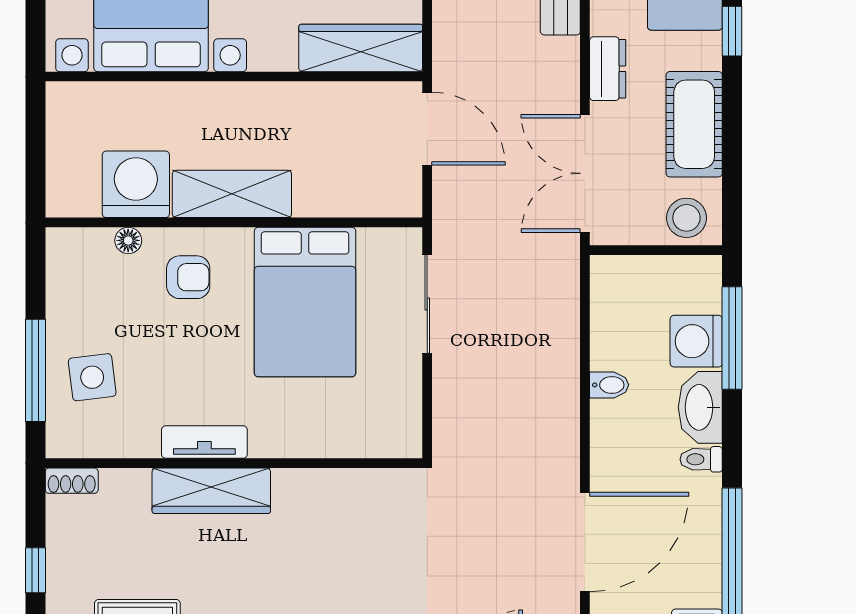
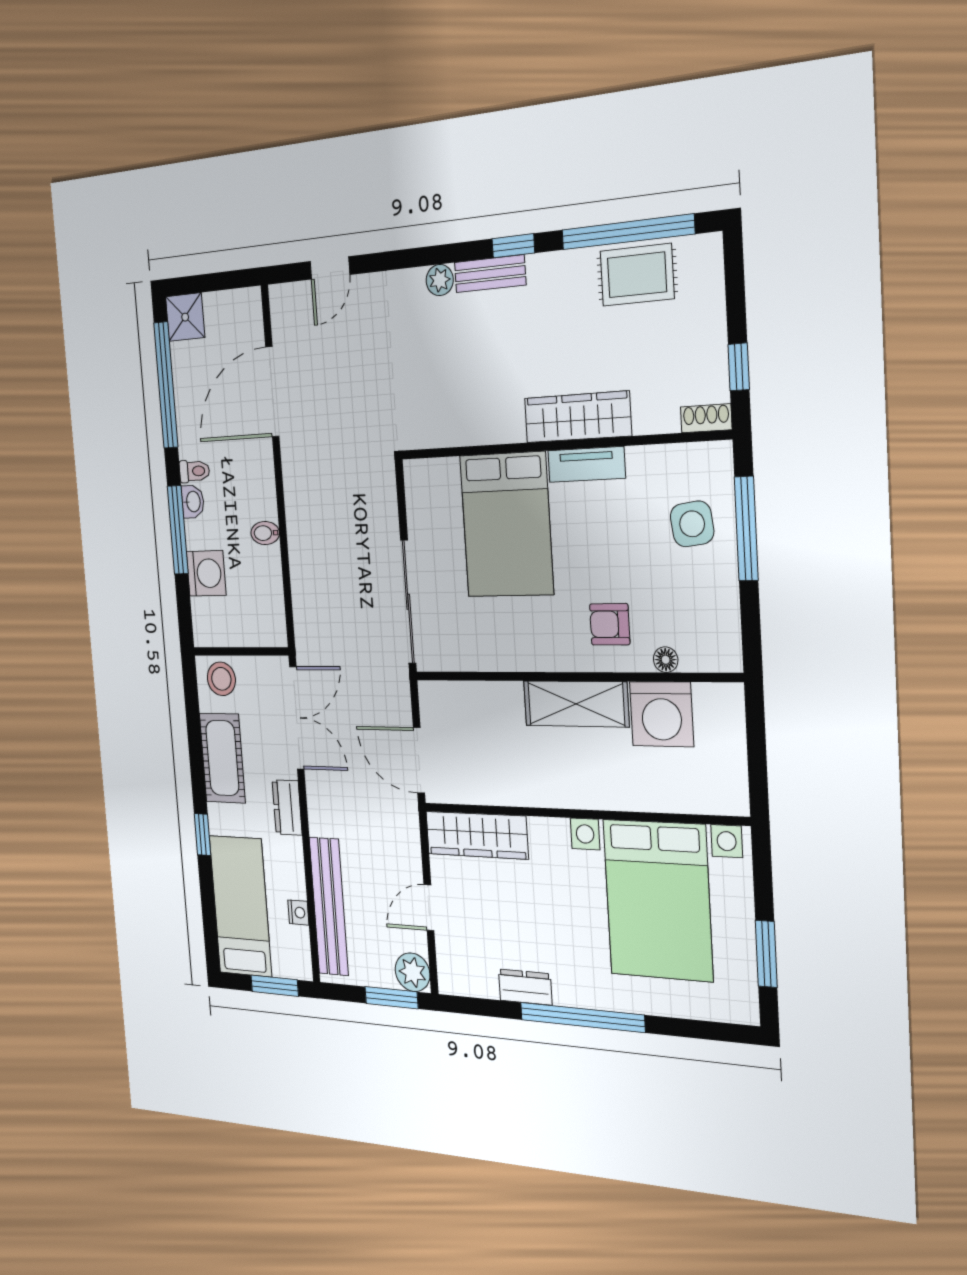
bed: (305, 302) -> (506, 525), moved, turned 180
sliding door: (427, 304) -> (408, 602), width x1.37
window: (732, 338) -> (178, 530), moved
washbasin: (700, 407) -> (193, 502), width x0.52, depth x0.69
window: (35, 570) -> (739, 367), moved

